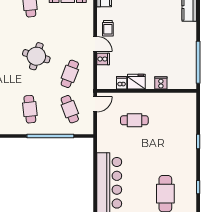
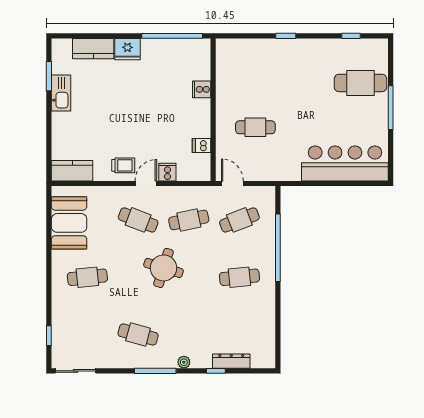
cafe table: (70, 38) -> (138, 220), added
cafe table: (70, 74) -> (189, 220), turned -33
fridge: (136, 82) -> (127, 49), moved, turned -90
cafe table: (134, 120) -> (255, 127), turned 90

